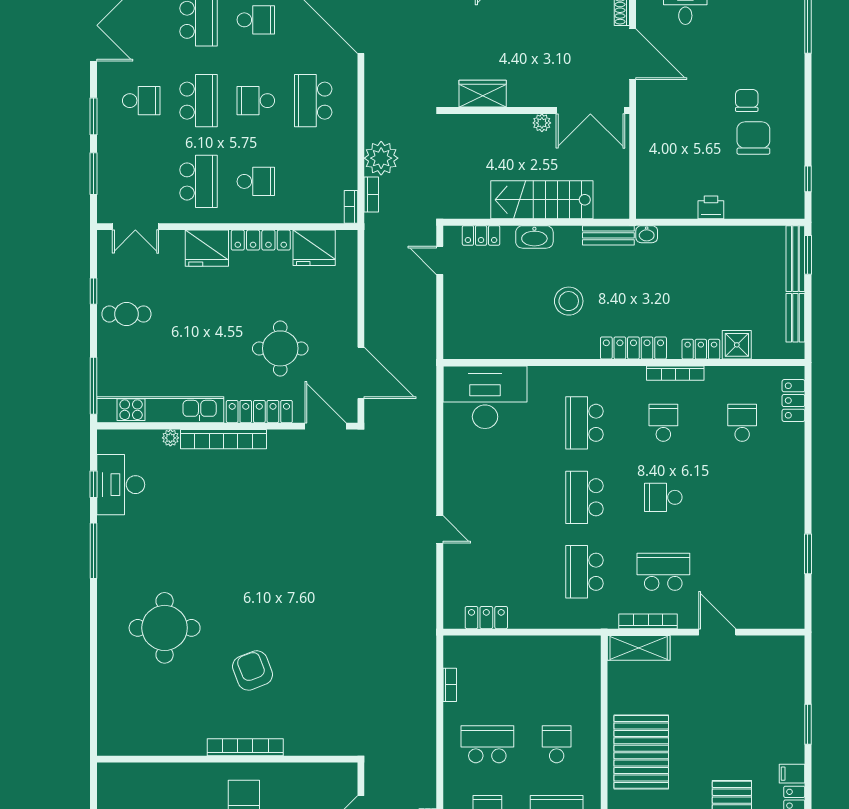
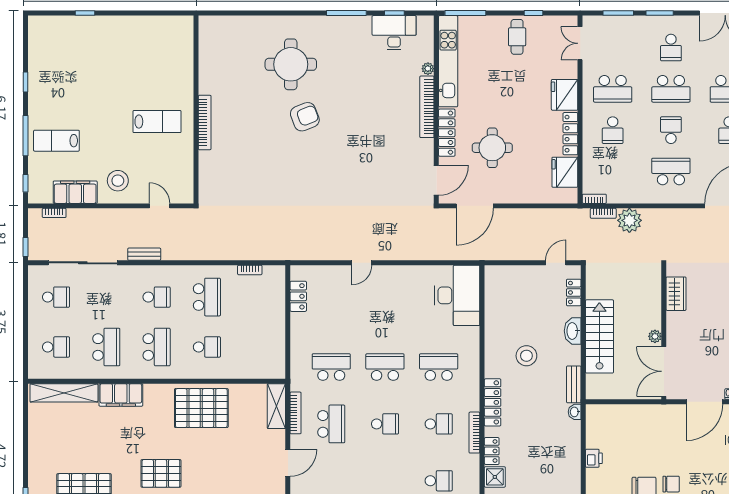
school desk: (663, 497) -> (385, 424), turned 90
armchair: (253, 670) -> (305, 117), moved

